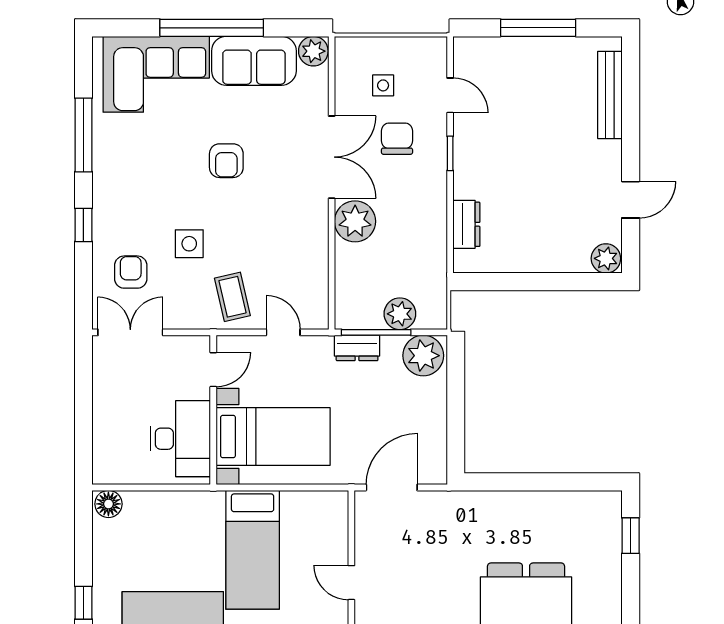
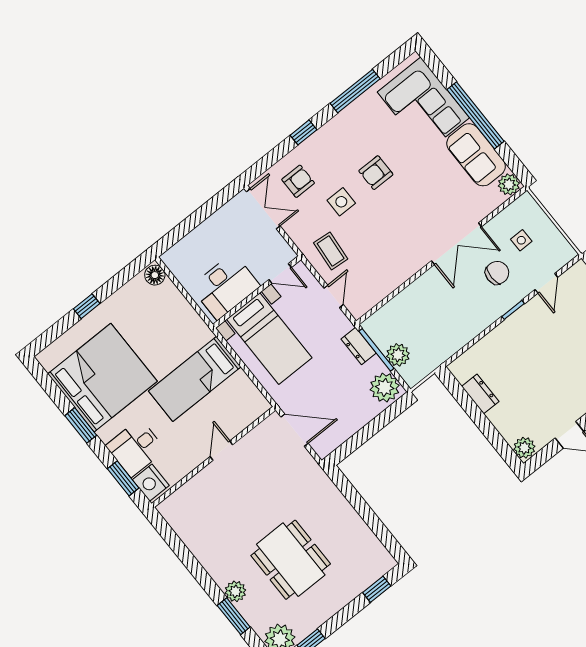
armchair: (226, 161) -> (376, 173), moved
plant: (355, 221) -> (430, 287), removed
dresser: (466, 224) -> (480, 394), moved, turned -90
coffee table: (232, 297) -> (331, 251), turned -72

